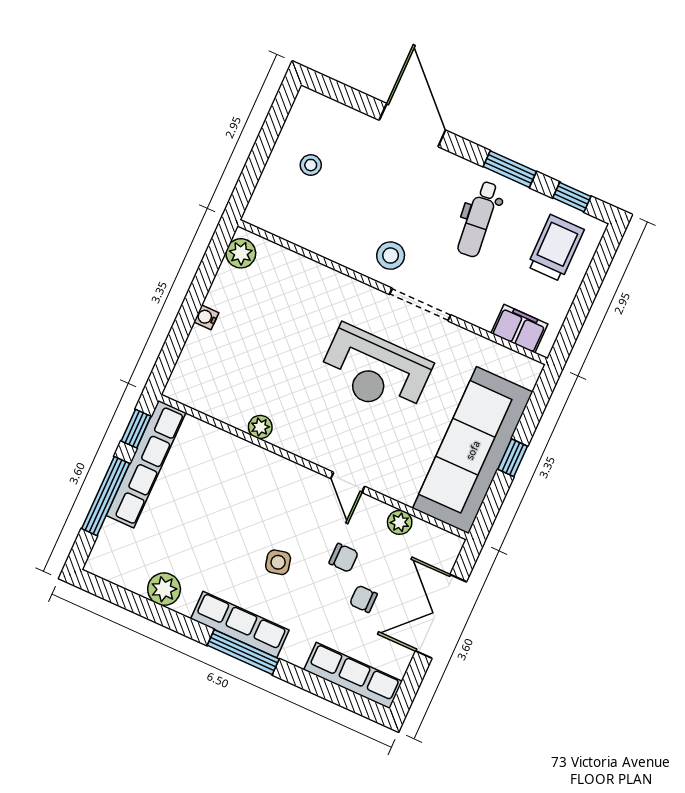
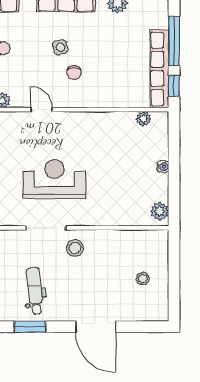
plant: (260, 427) -> (143, 119), moved
chair: (344, 558) -> (74, 73), moved, turned -90

